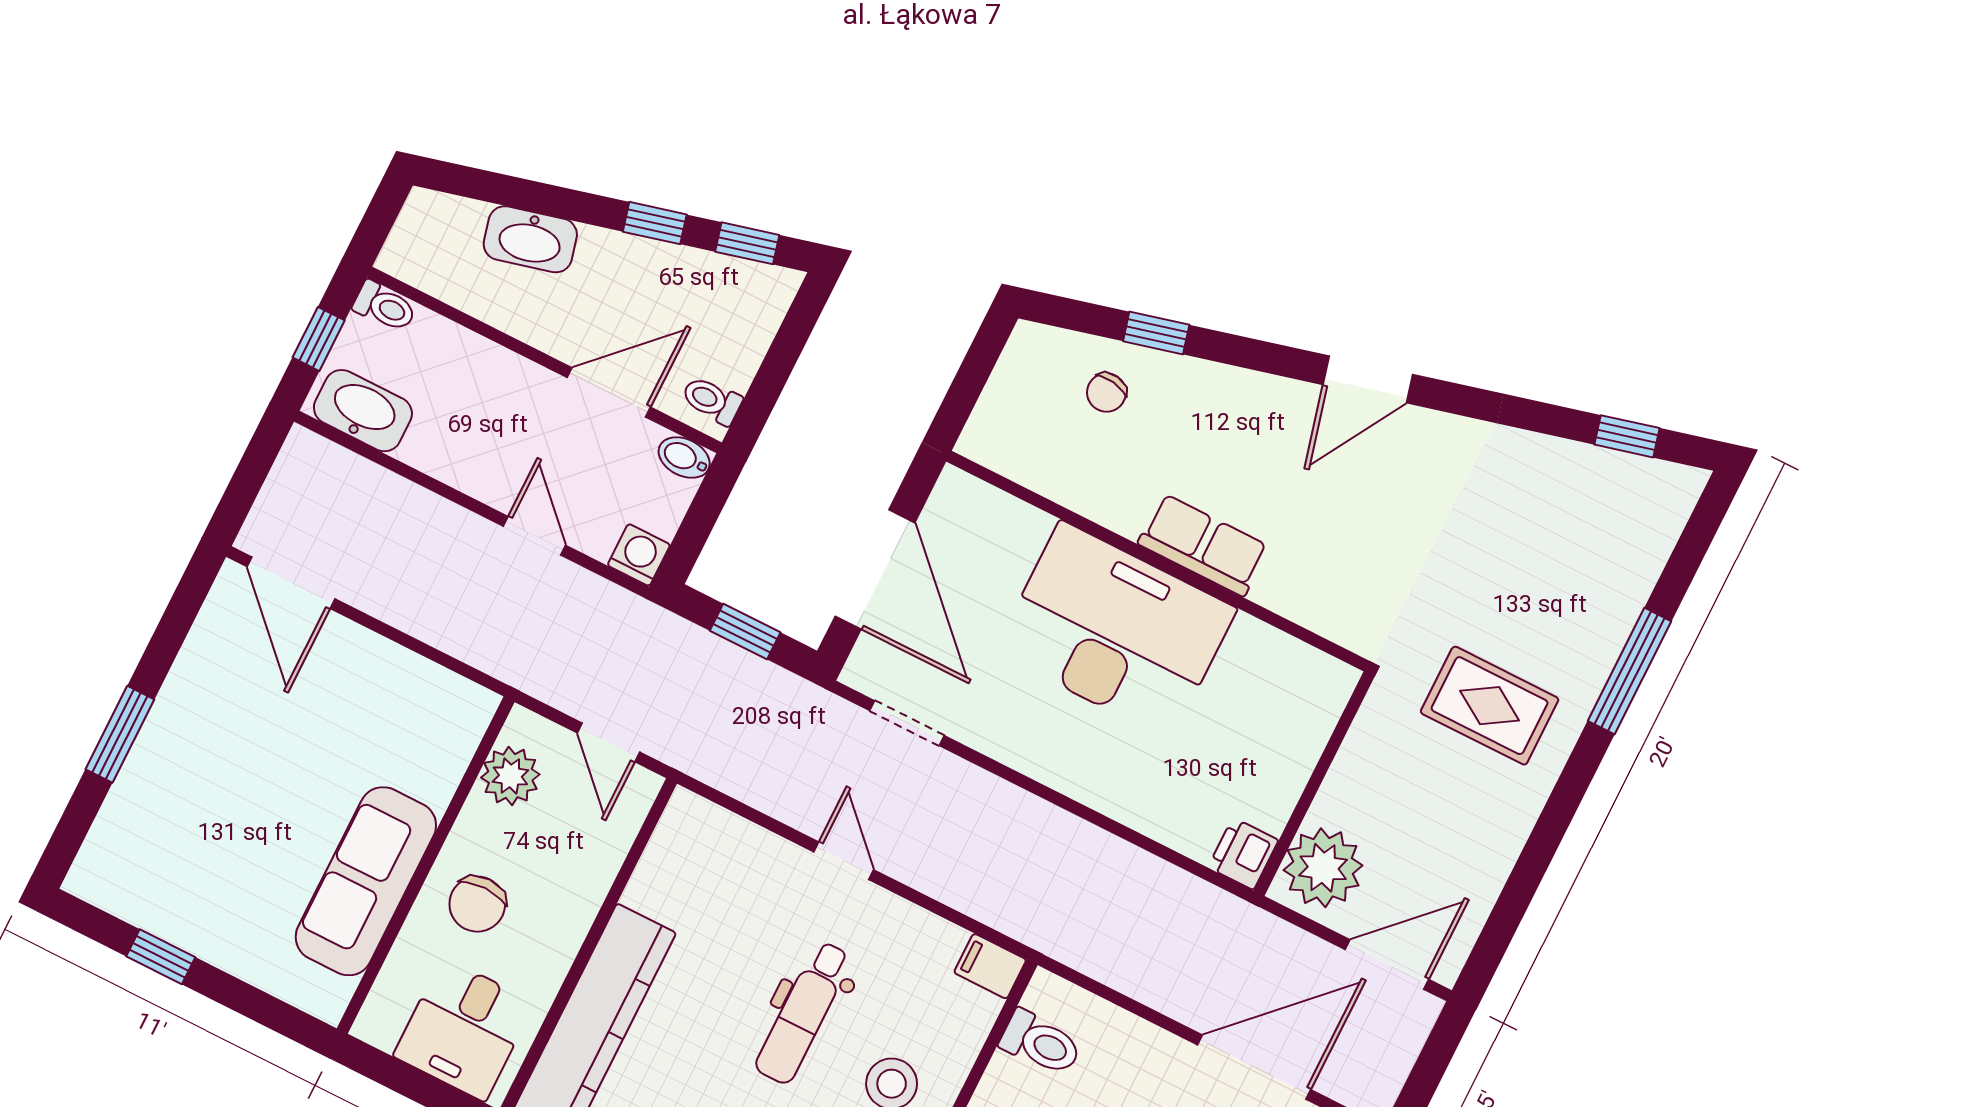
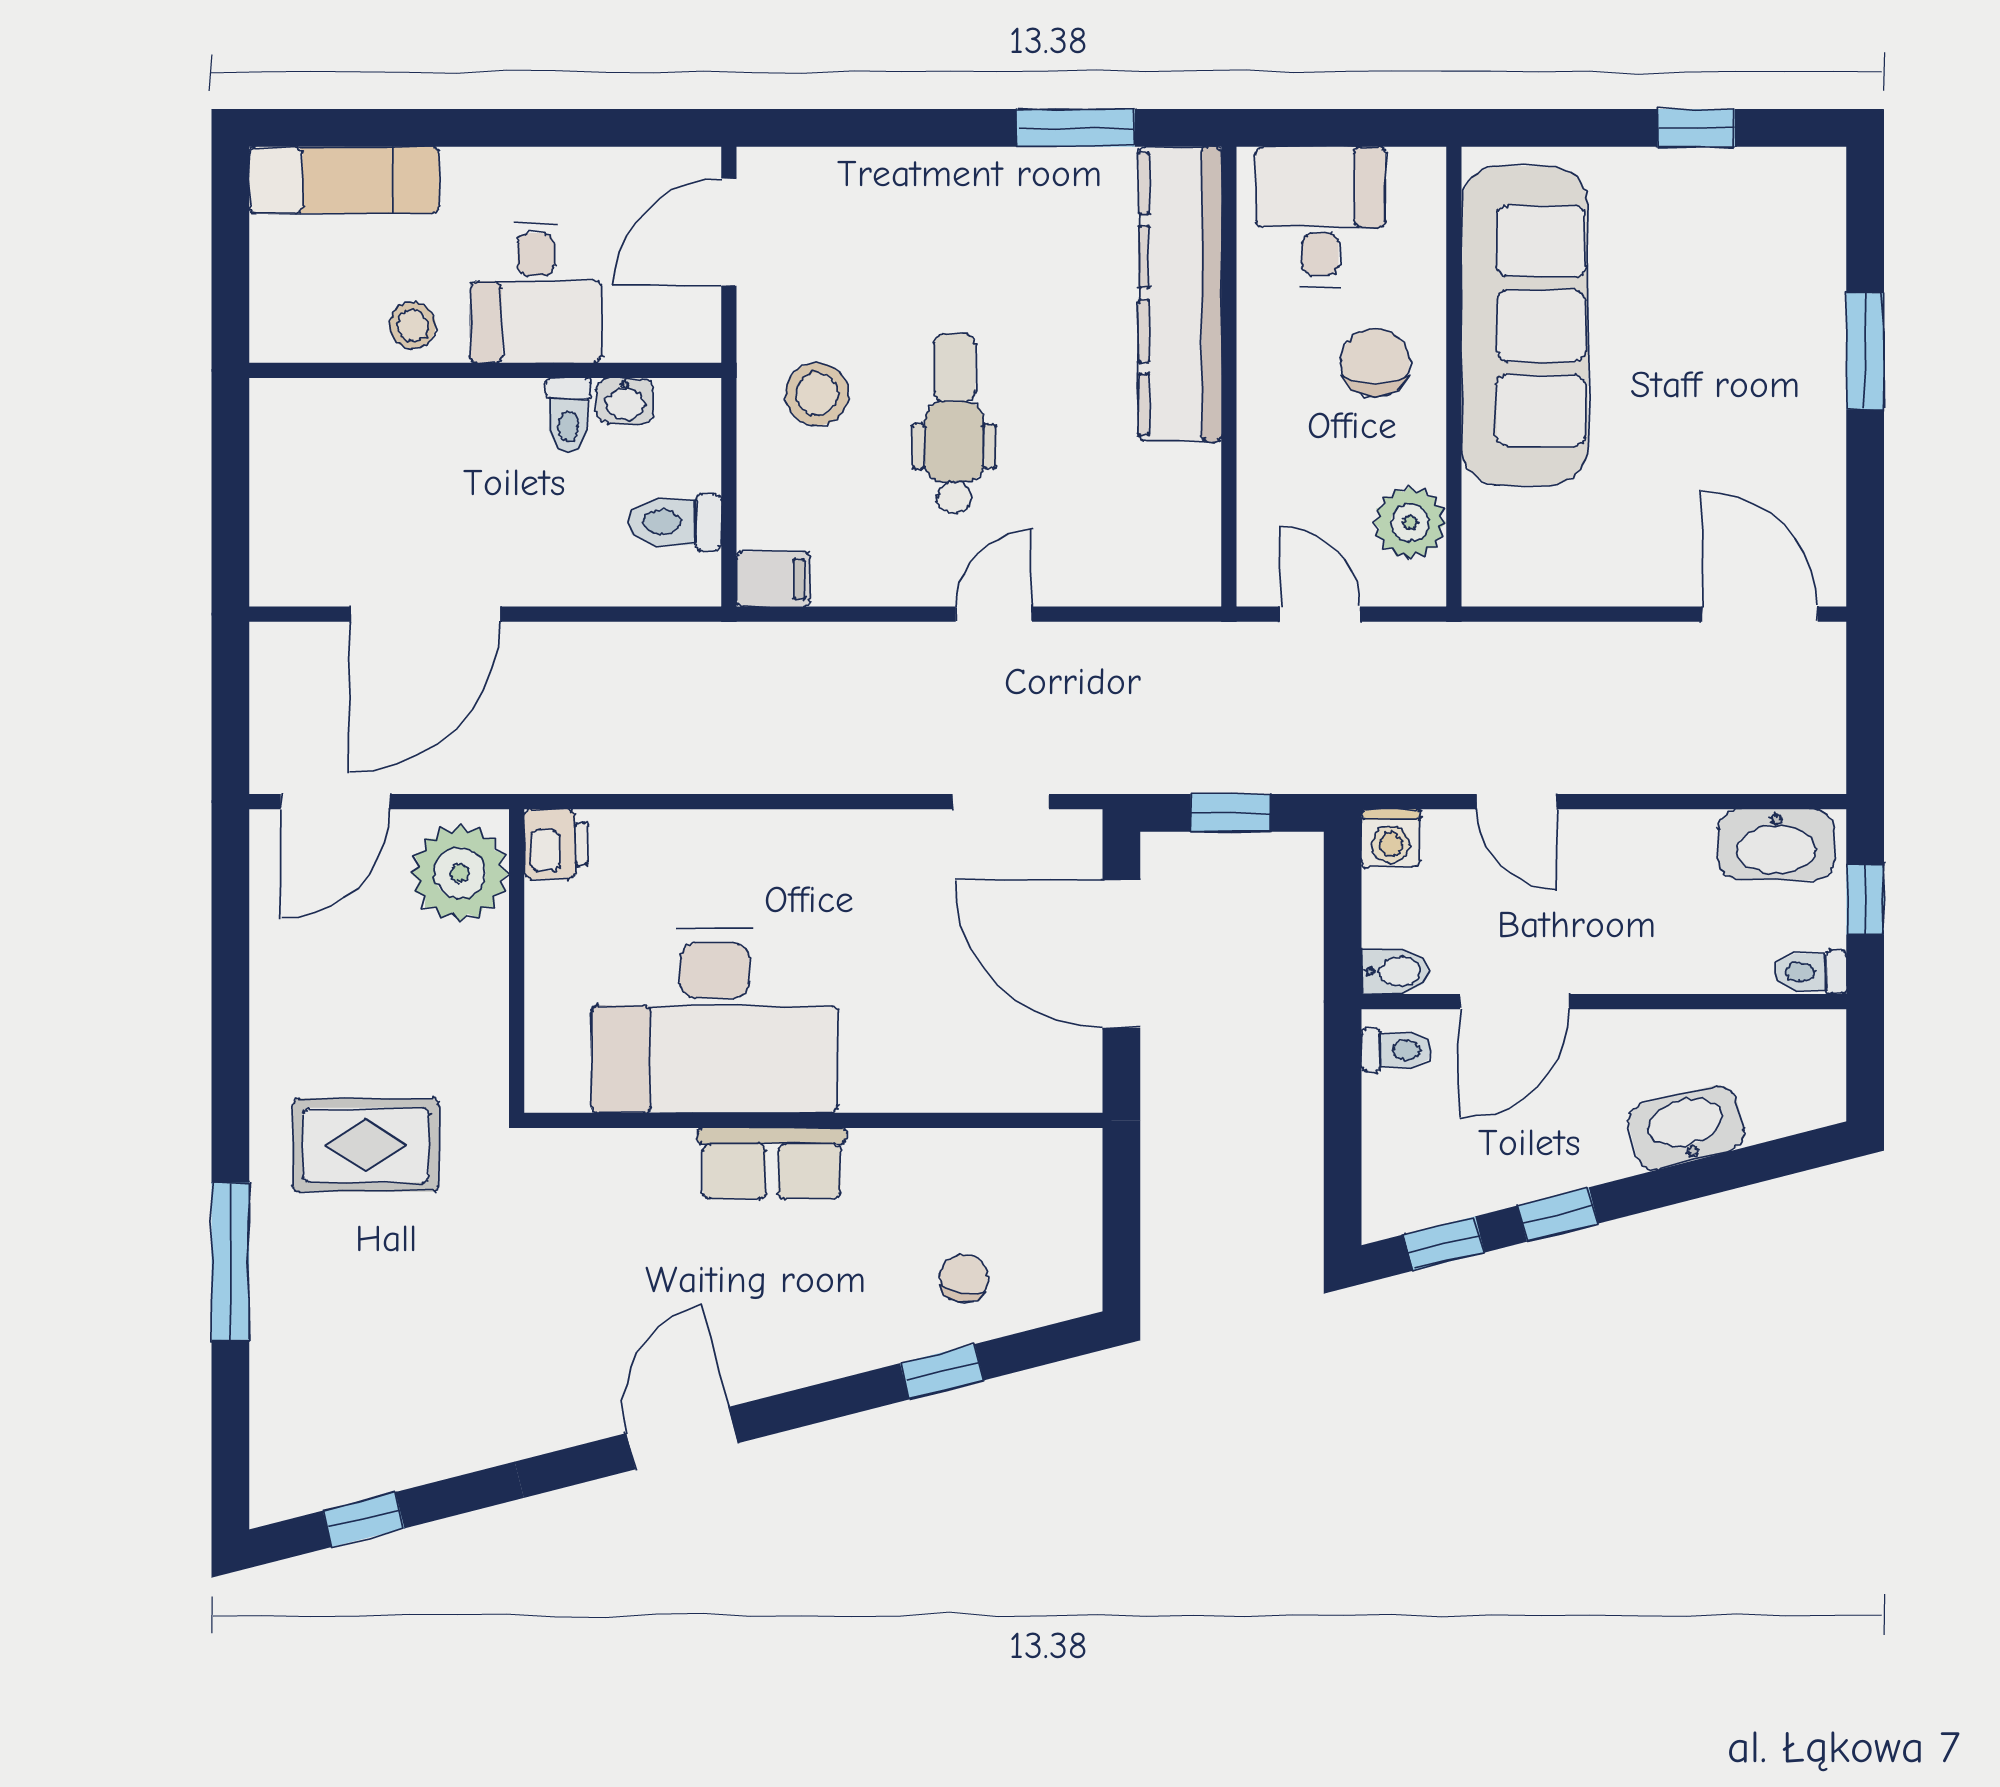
desk: (1116, 630) -> (715, 1020), moved
door: (844, 861) -> (994, 614), swing flipped
sofa: (366, 881) -> (1525, 326), width x1.36, depth x1.27

